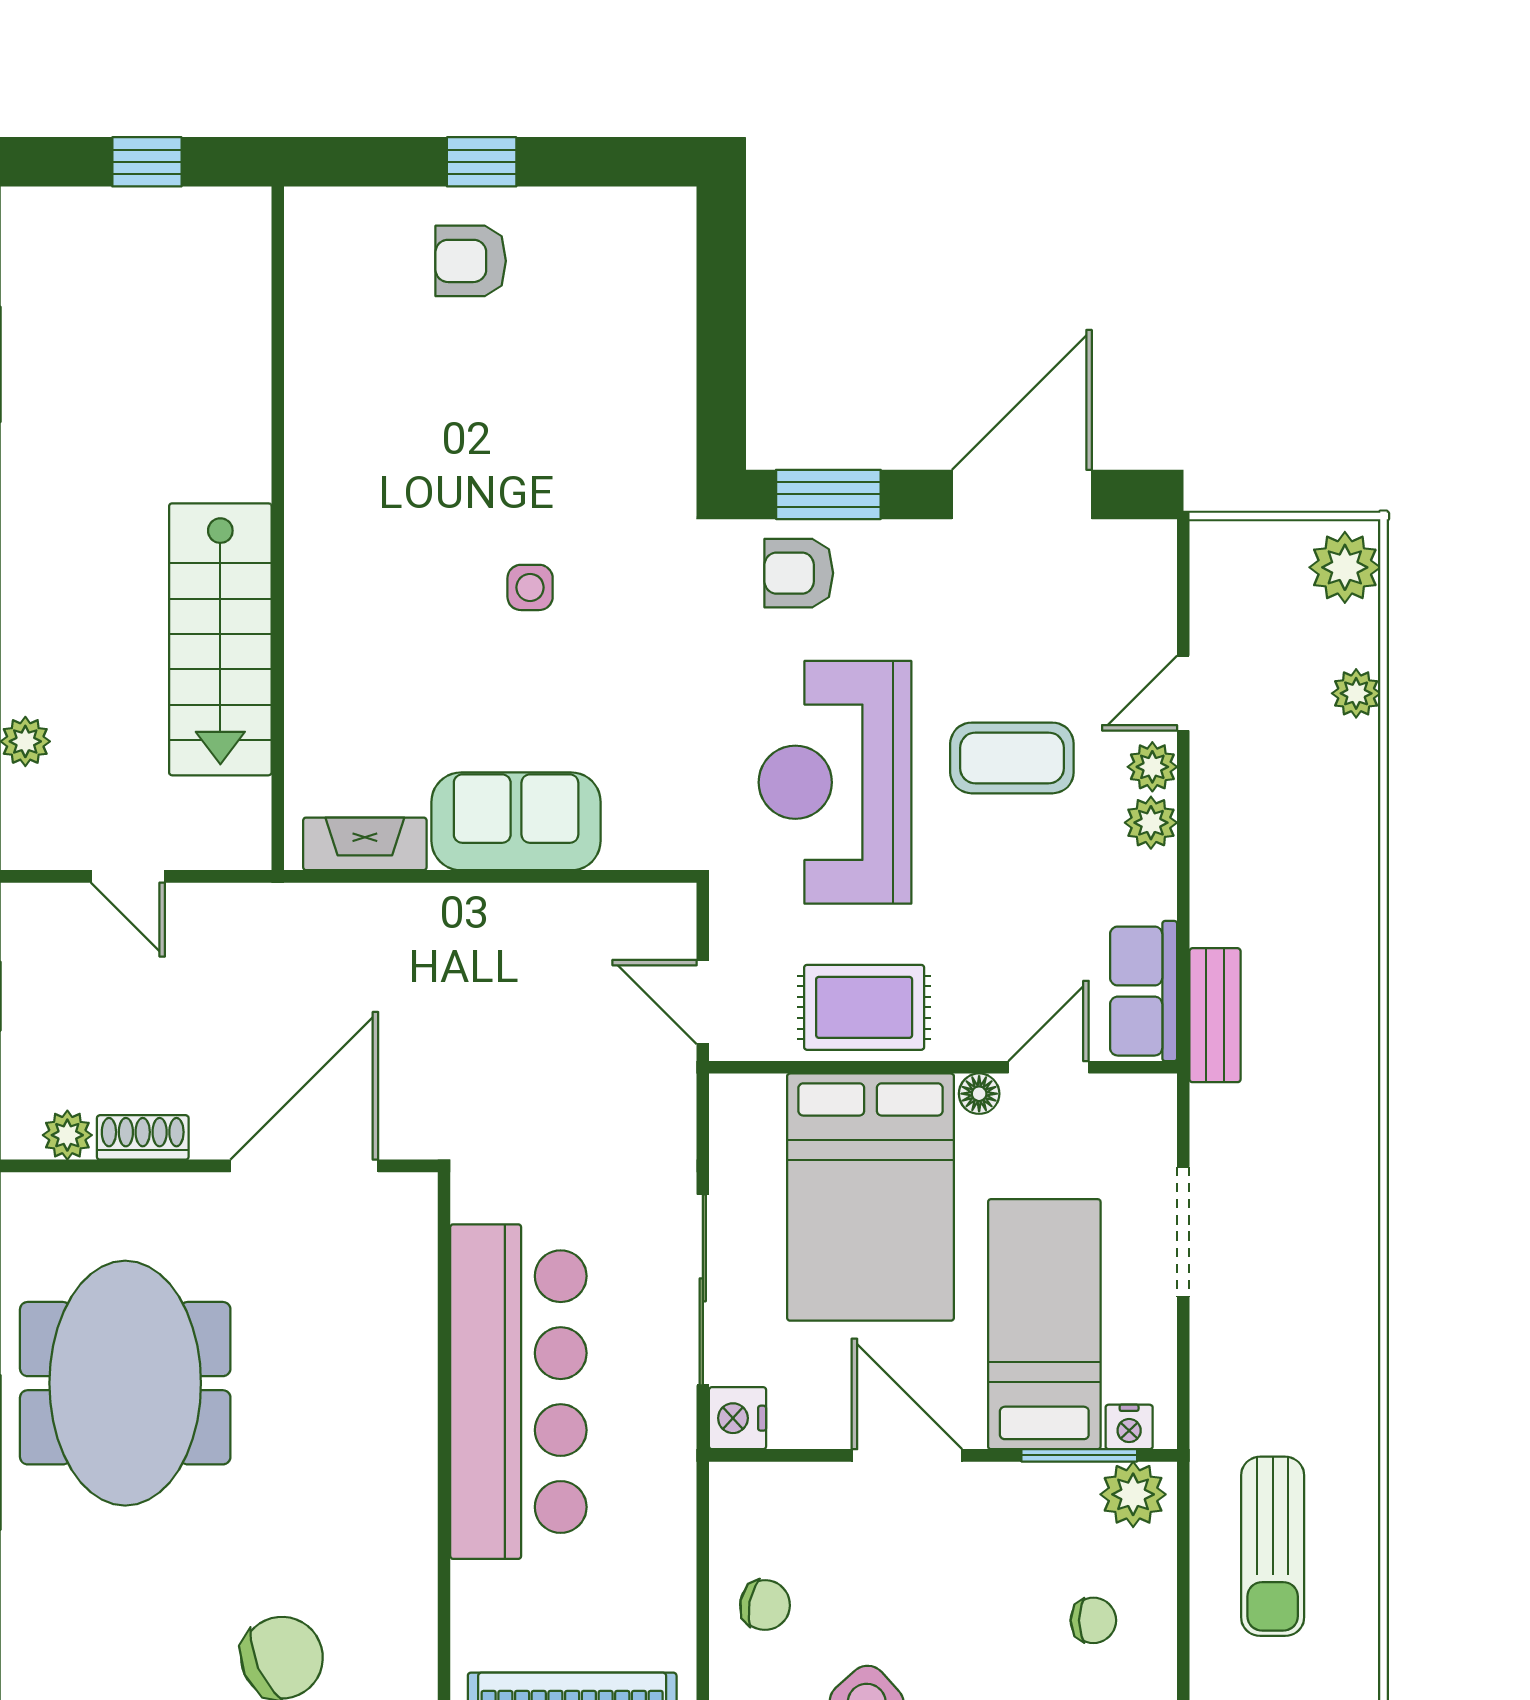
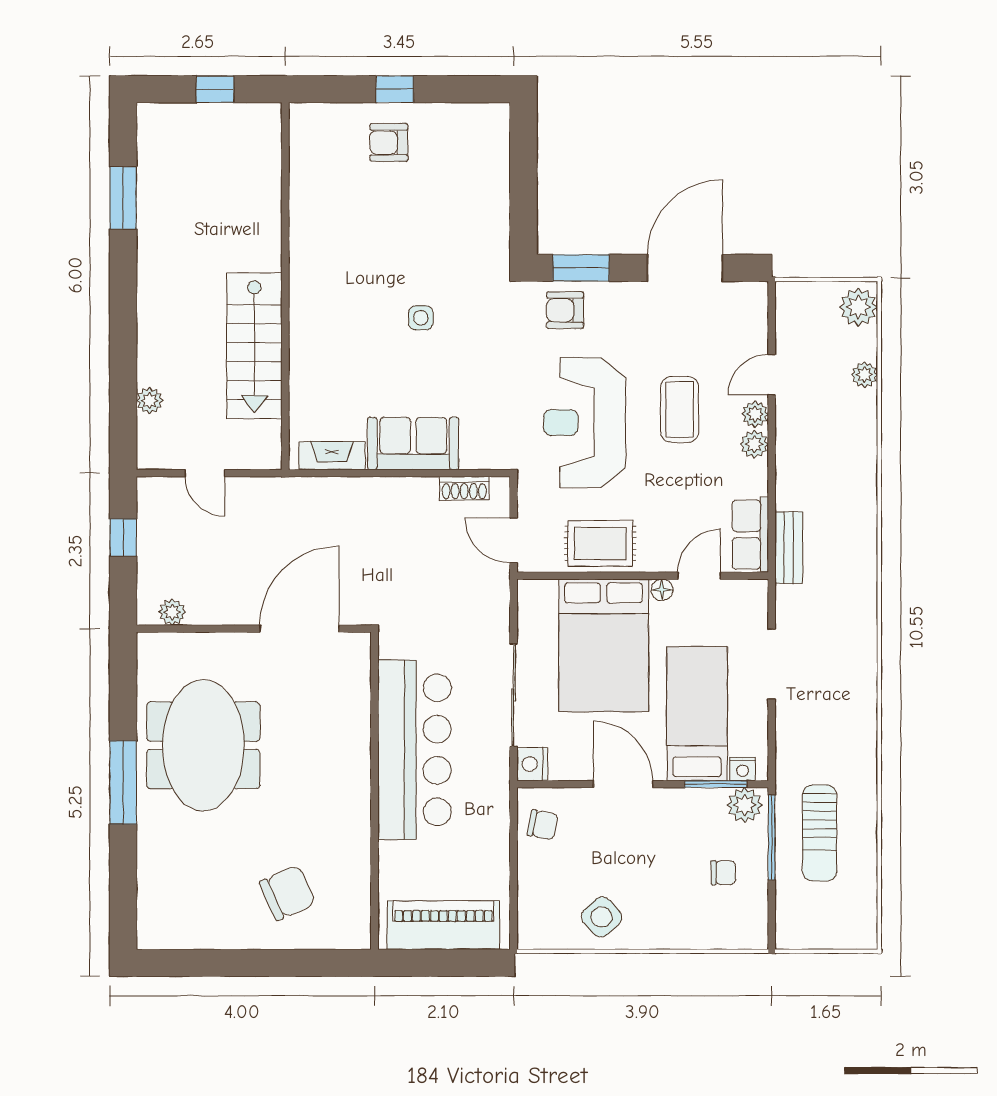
coffee table: (1012, 758) -> (680, 409), turned 90
shoe rack: (143, 1137) -> (464, 488), moved, turned 180
window: (1183, 1555) -> (772, 837), added
chair: (765, 1605) -> (543, 825), moved

